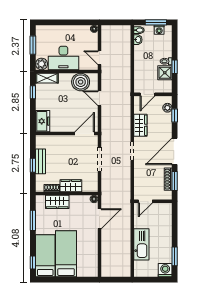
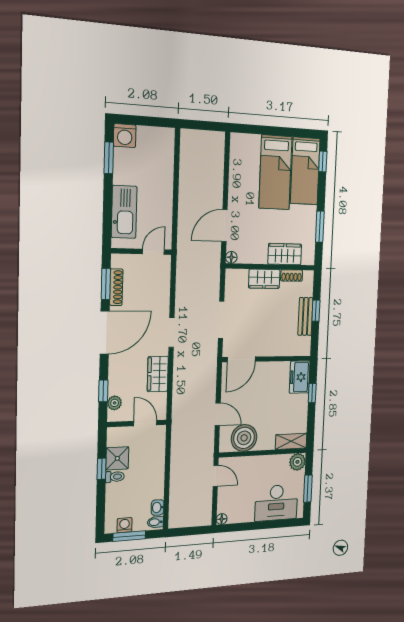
desk: (63, 58) -> (276, 503), moved, turned 180
window: (33, 92) -> (312, 393), moved
door: (147, 94) -> (145, 423), hinge flipped
kitchen sink: (141, 244) -> (124, 212), moved, turned 180

